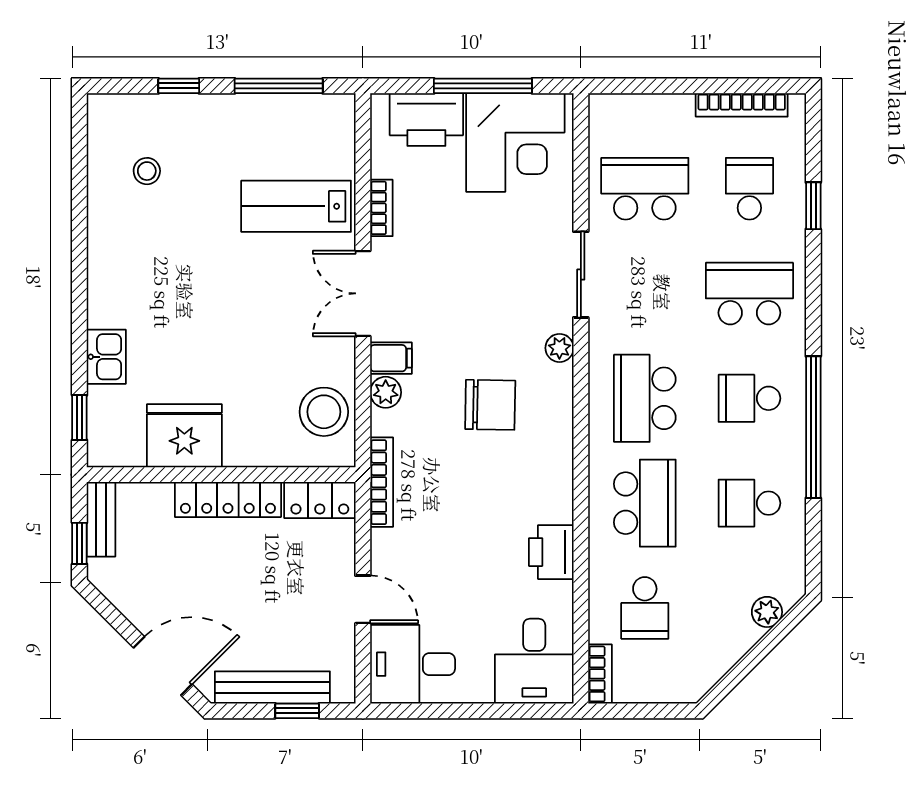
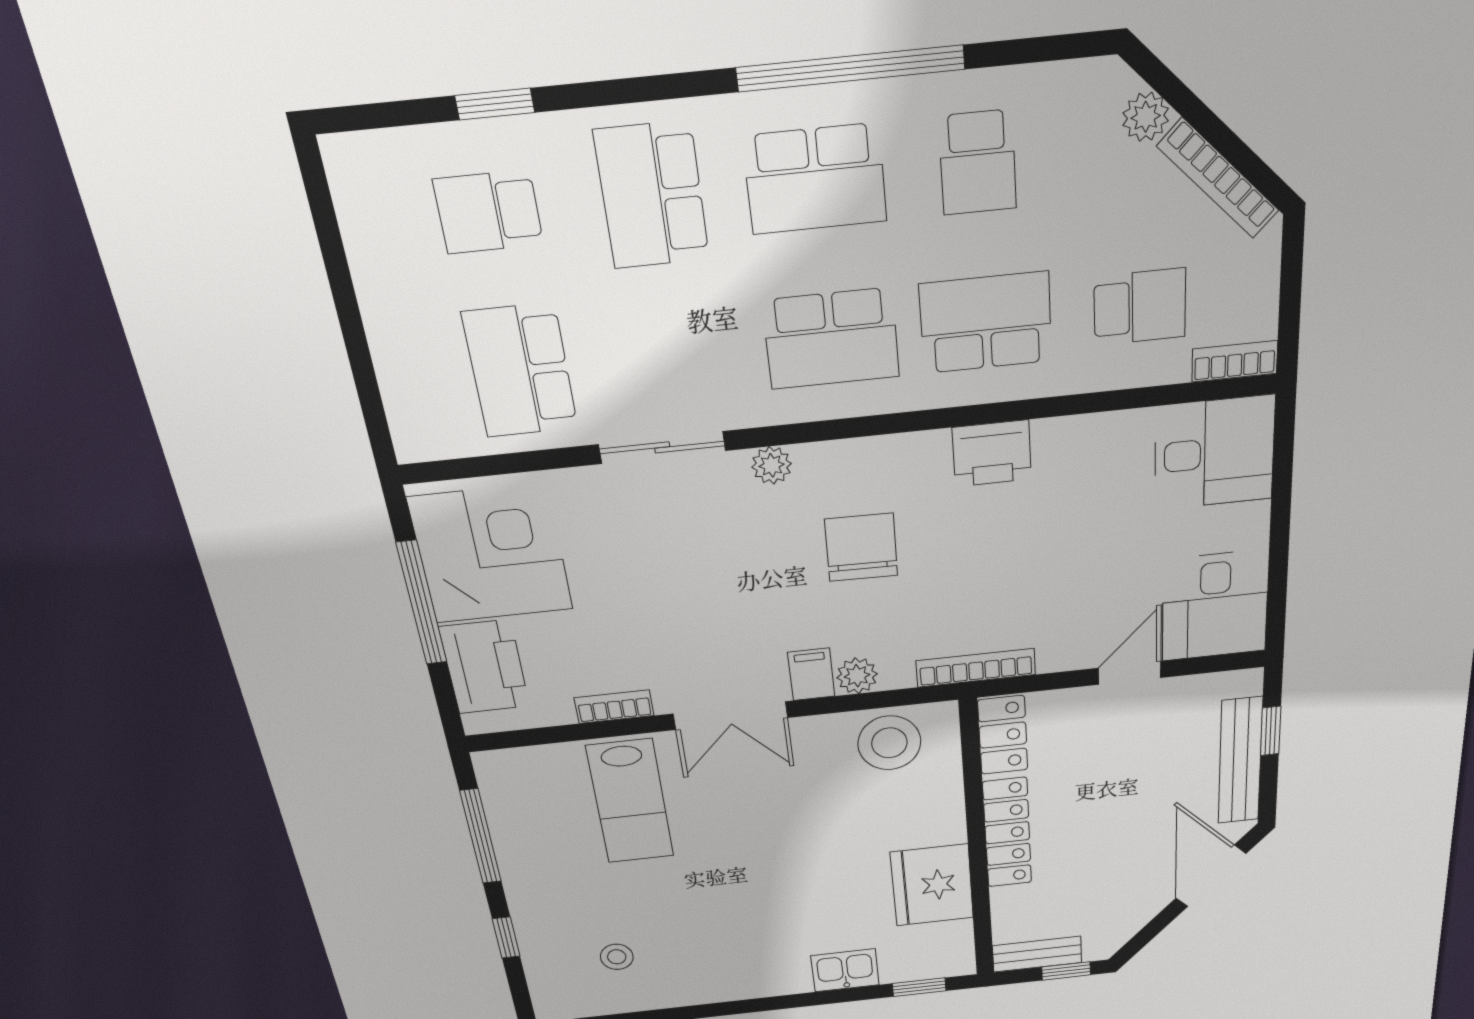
bookcase: (742, 105) -> (1218, 179), moved, turned 135
school desk: (749, 398) -> (815, 179), width x1.85
printer: (551, 552) -> (992, 453), moved

